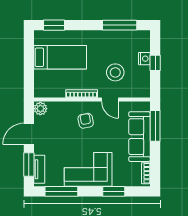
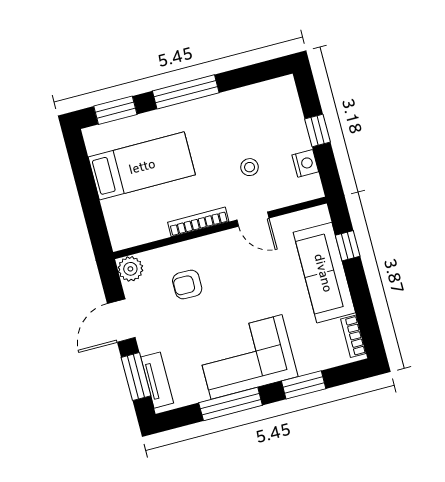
window: (120, 25) -> (186, 92), moved
nightstand: (144, 59) -> (305, 163), moved
stool: (115, 72) -> (250, 167), width x0.53, depth x0.53
armchair: (86, 121) -> (187, 285), moved, turned -79
window: (155, 126) -> (348, 246), width x0.46
window: (61, 191) -> (231, 404), moved

